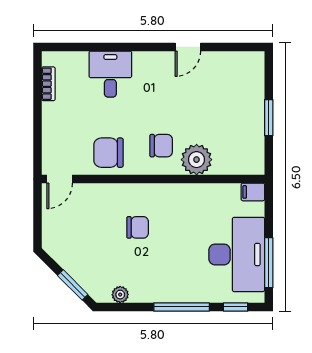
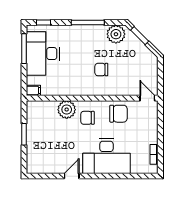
desk: (110, 74) -> (106, 156), width x1.87, depth x1.30
door: (60, 179) -> (147, 98), hinge flipped
plant: (120, 295) -> (116, 34), width x1.87, depth x1.87
window: (182, 307) -> (88, 23), moved

